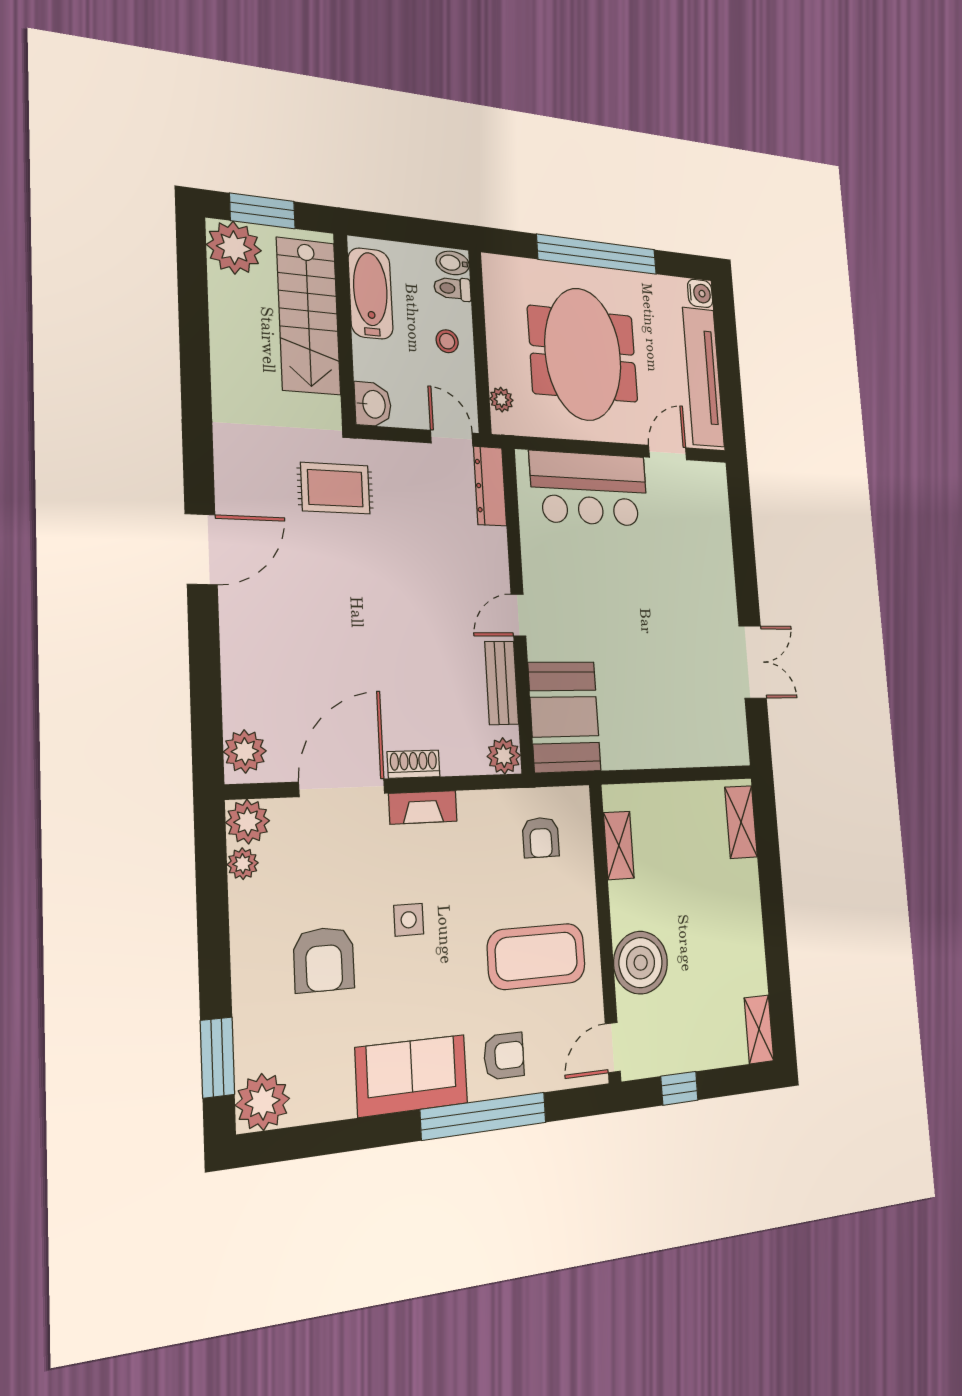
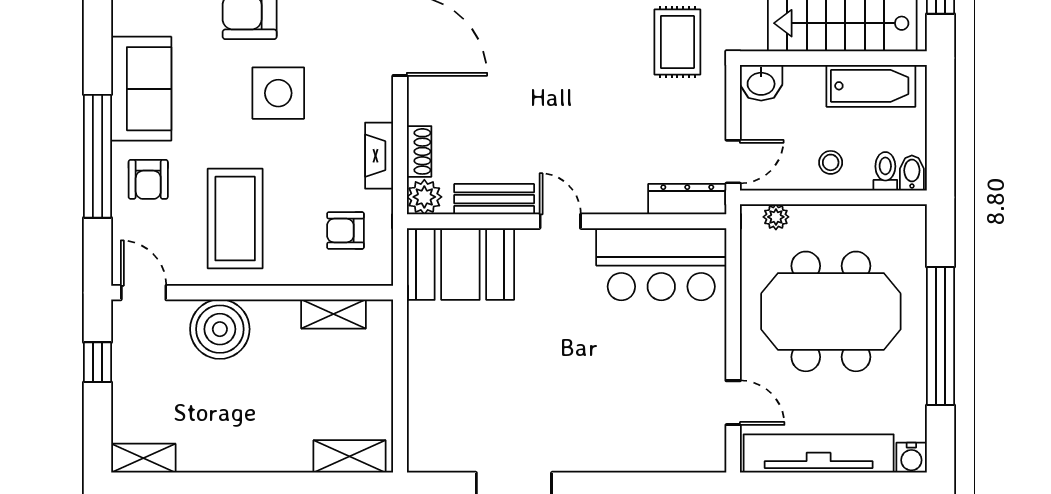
bar counter: (589, 489) -> (661, 264), moved, turned -90
shoe rack: (414, 764) -> (419, 151), moved
fireplace: (423, 807) -> (379, 156), moved
side table: (409, 920) -> (278, 93), width x1.87, depth x1.87

